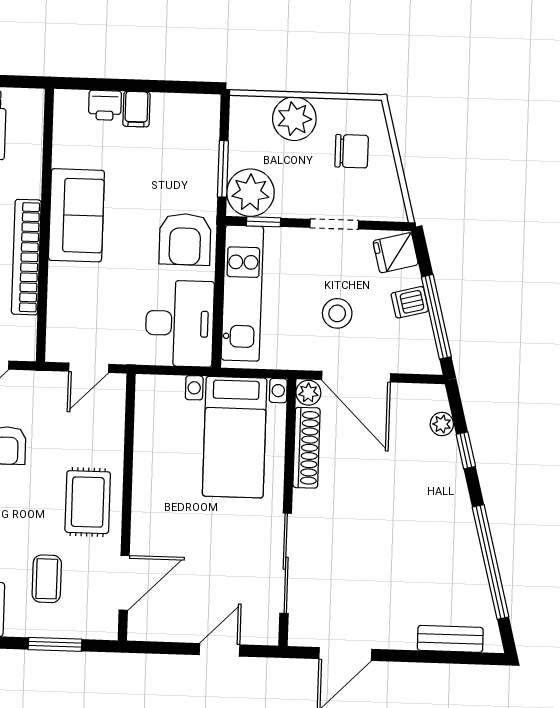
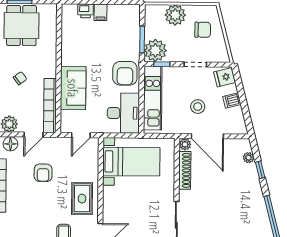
sofa: (76, 215) -> (73, 88), moved
bookcase: (26, 257) -> (50, 105), moved
window: (436, 317) -> (245, 107), removed
bed with nightstands: (235, 437) -> (131, 162), moved, turned -90

